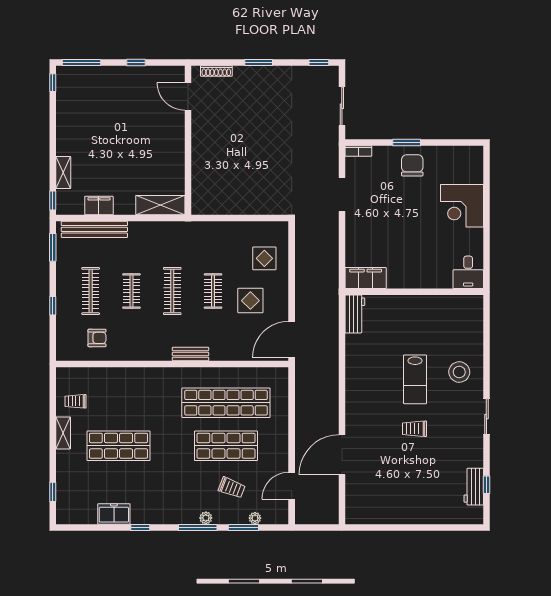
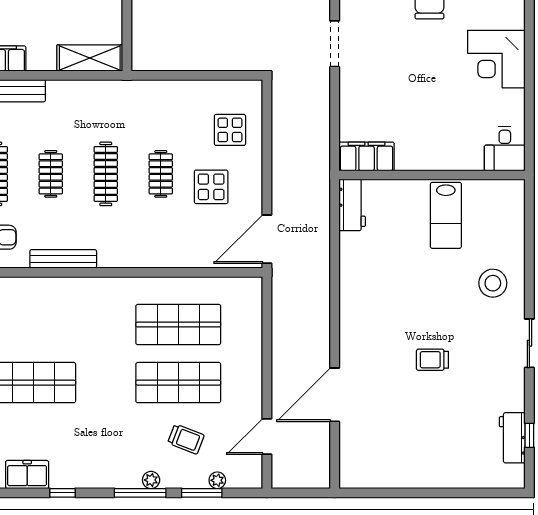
bench: (190, 354) -> (63, 259), moved, width x1.36
lab bench: (415, 379) -> (446, 215), moved
shop shelf: (226, 403) -> (178, 325), width x0.71

